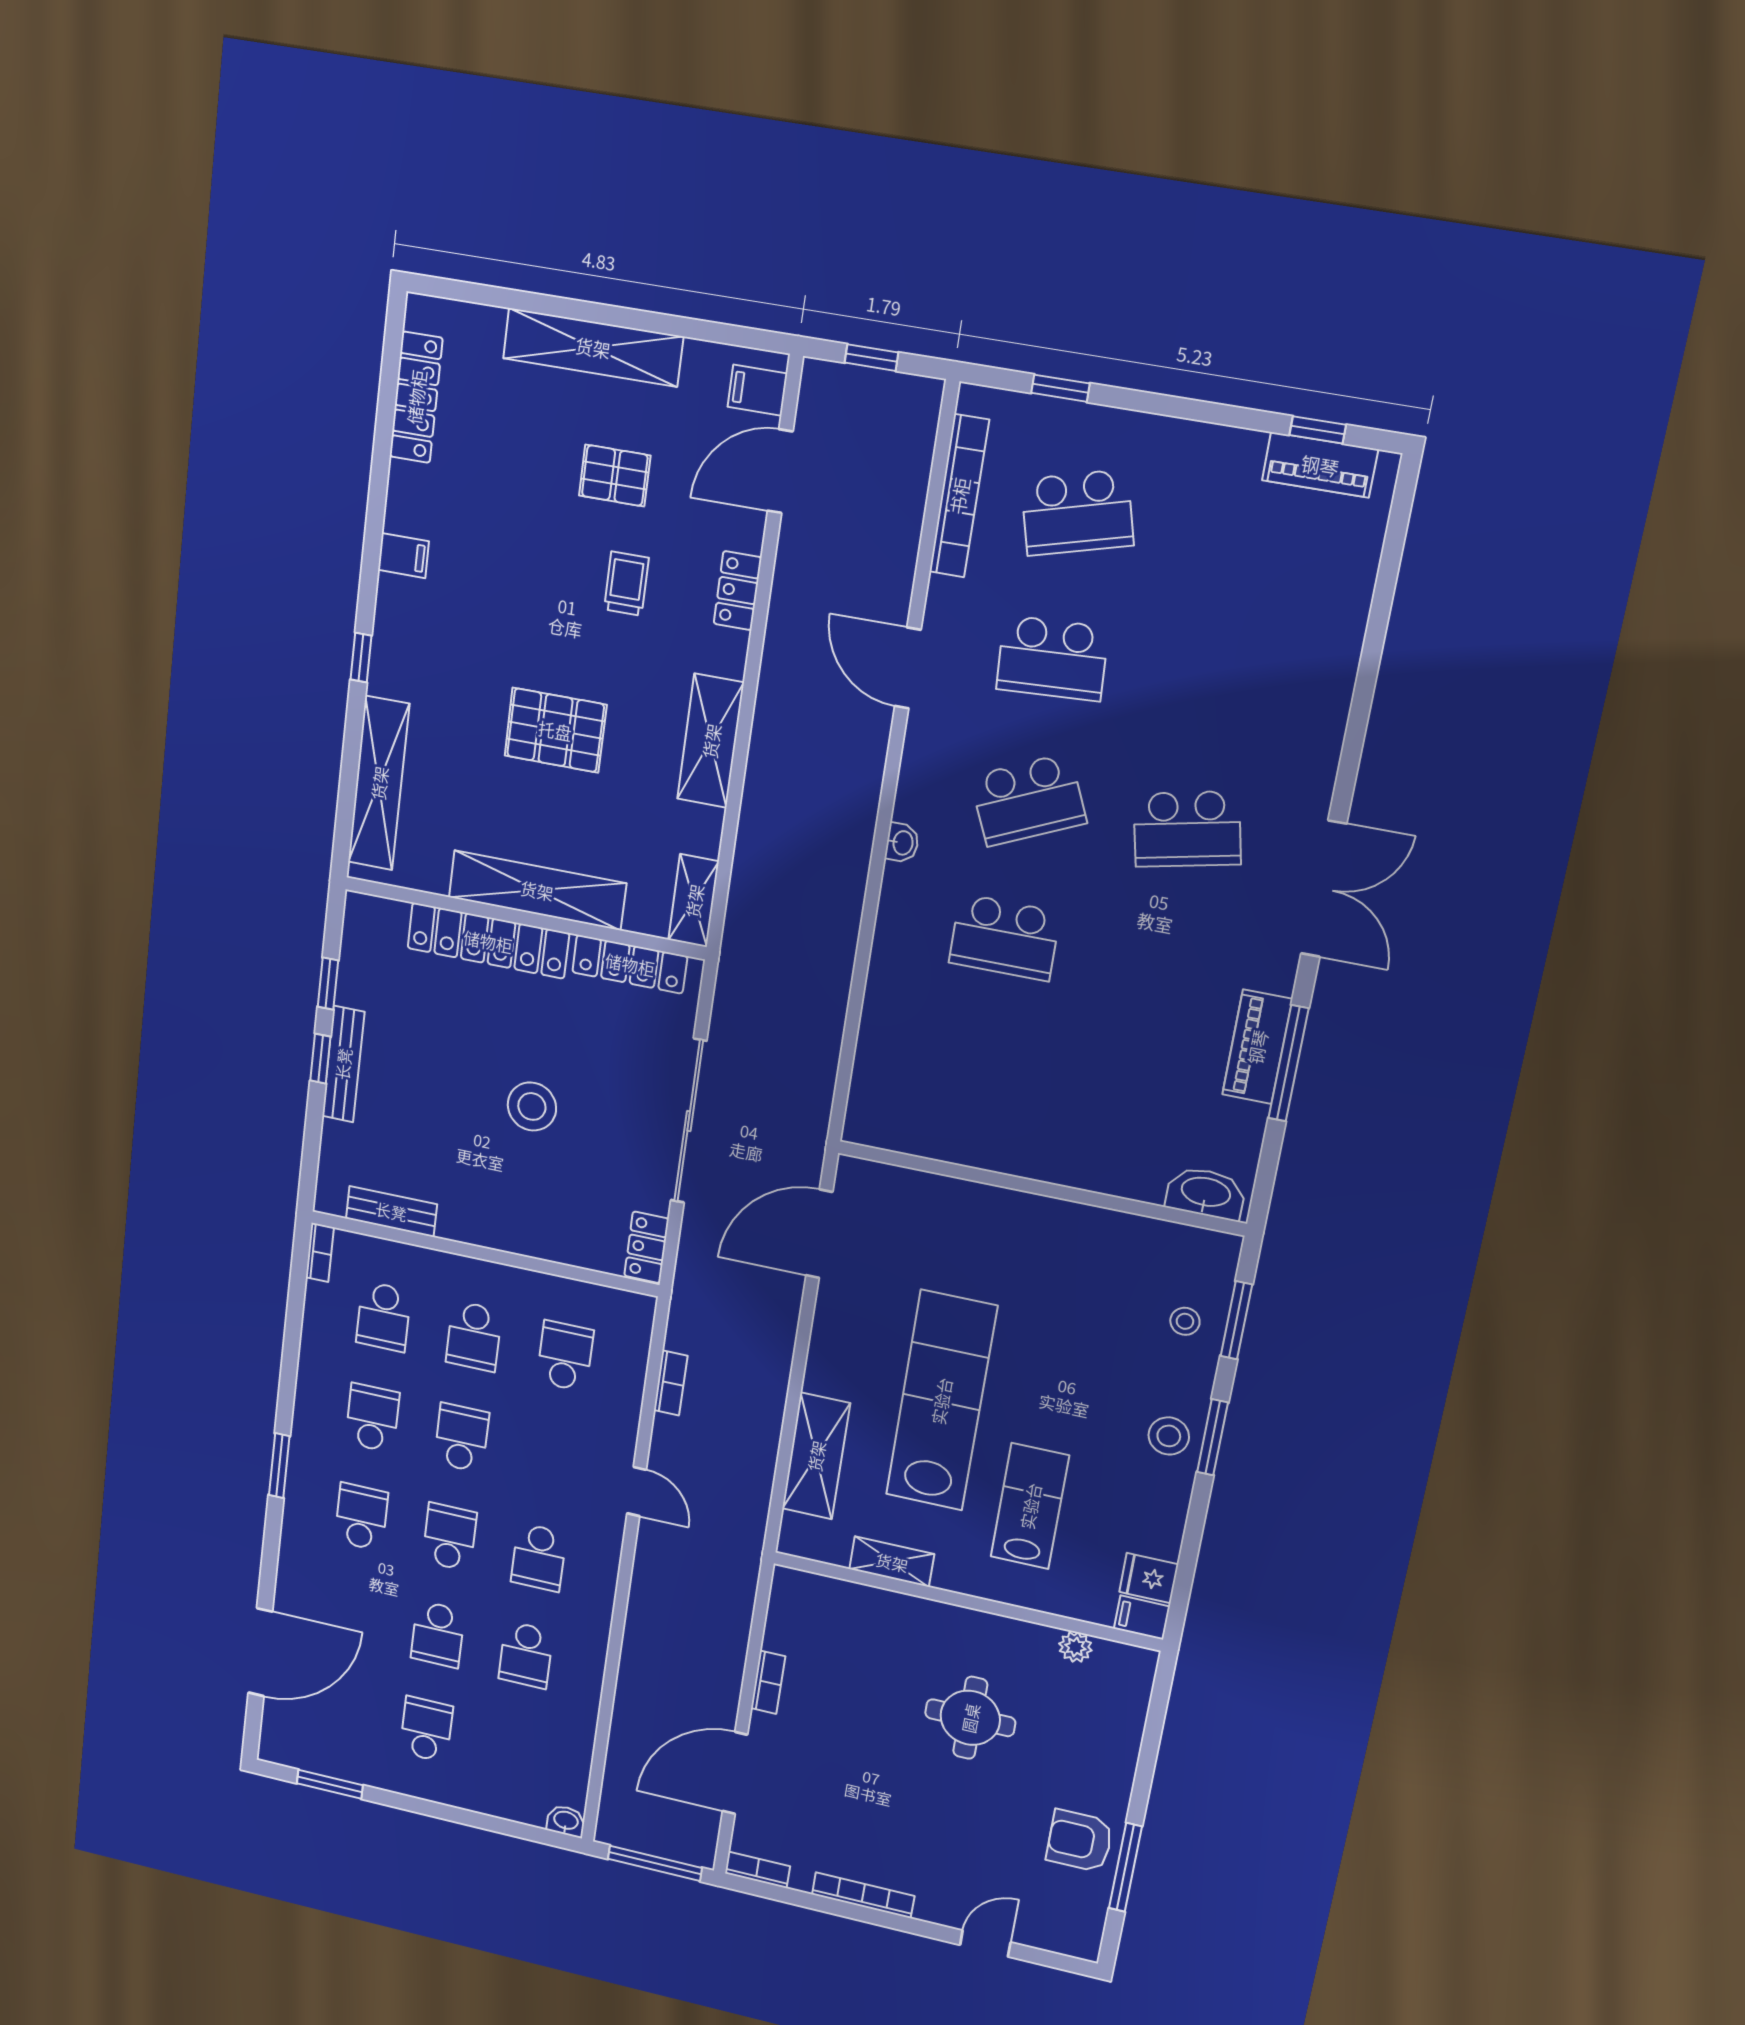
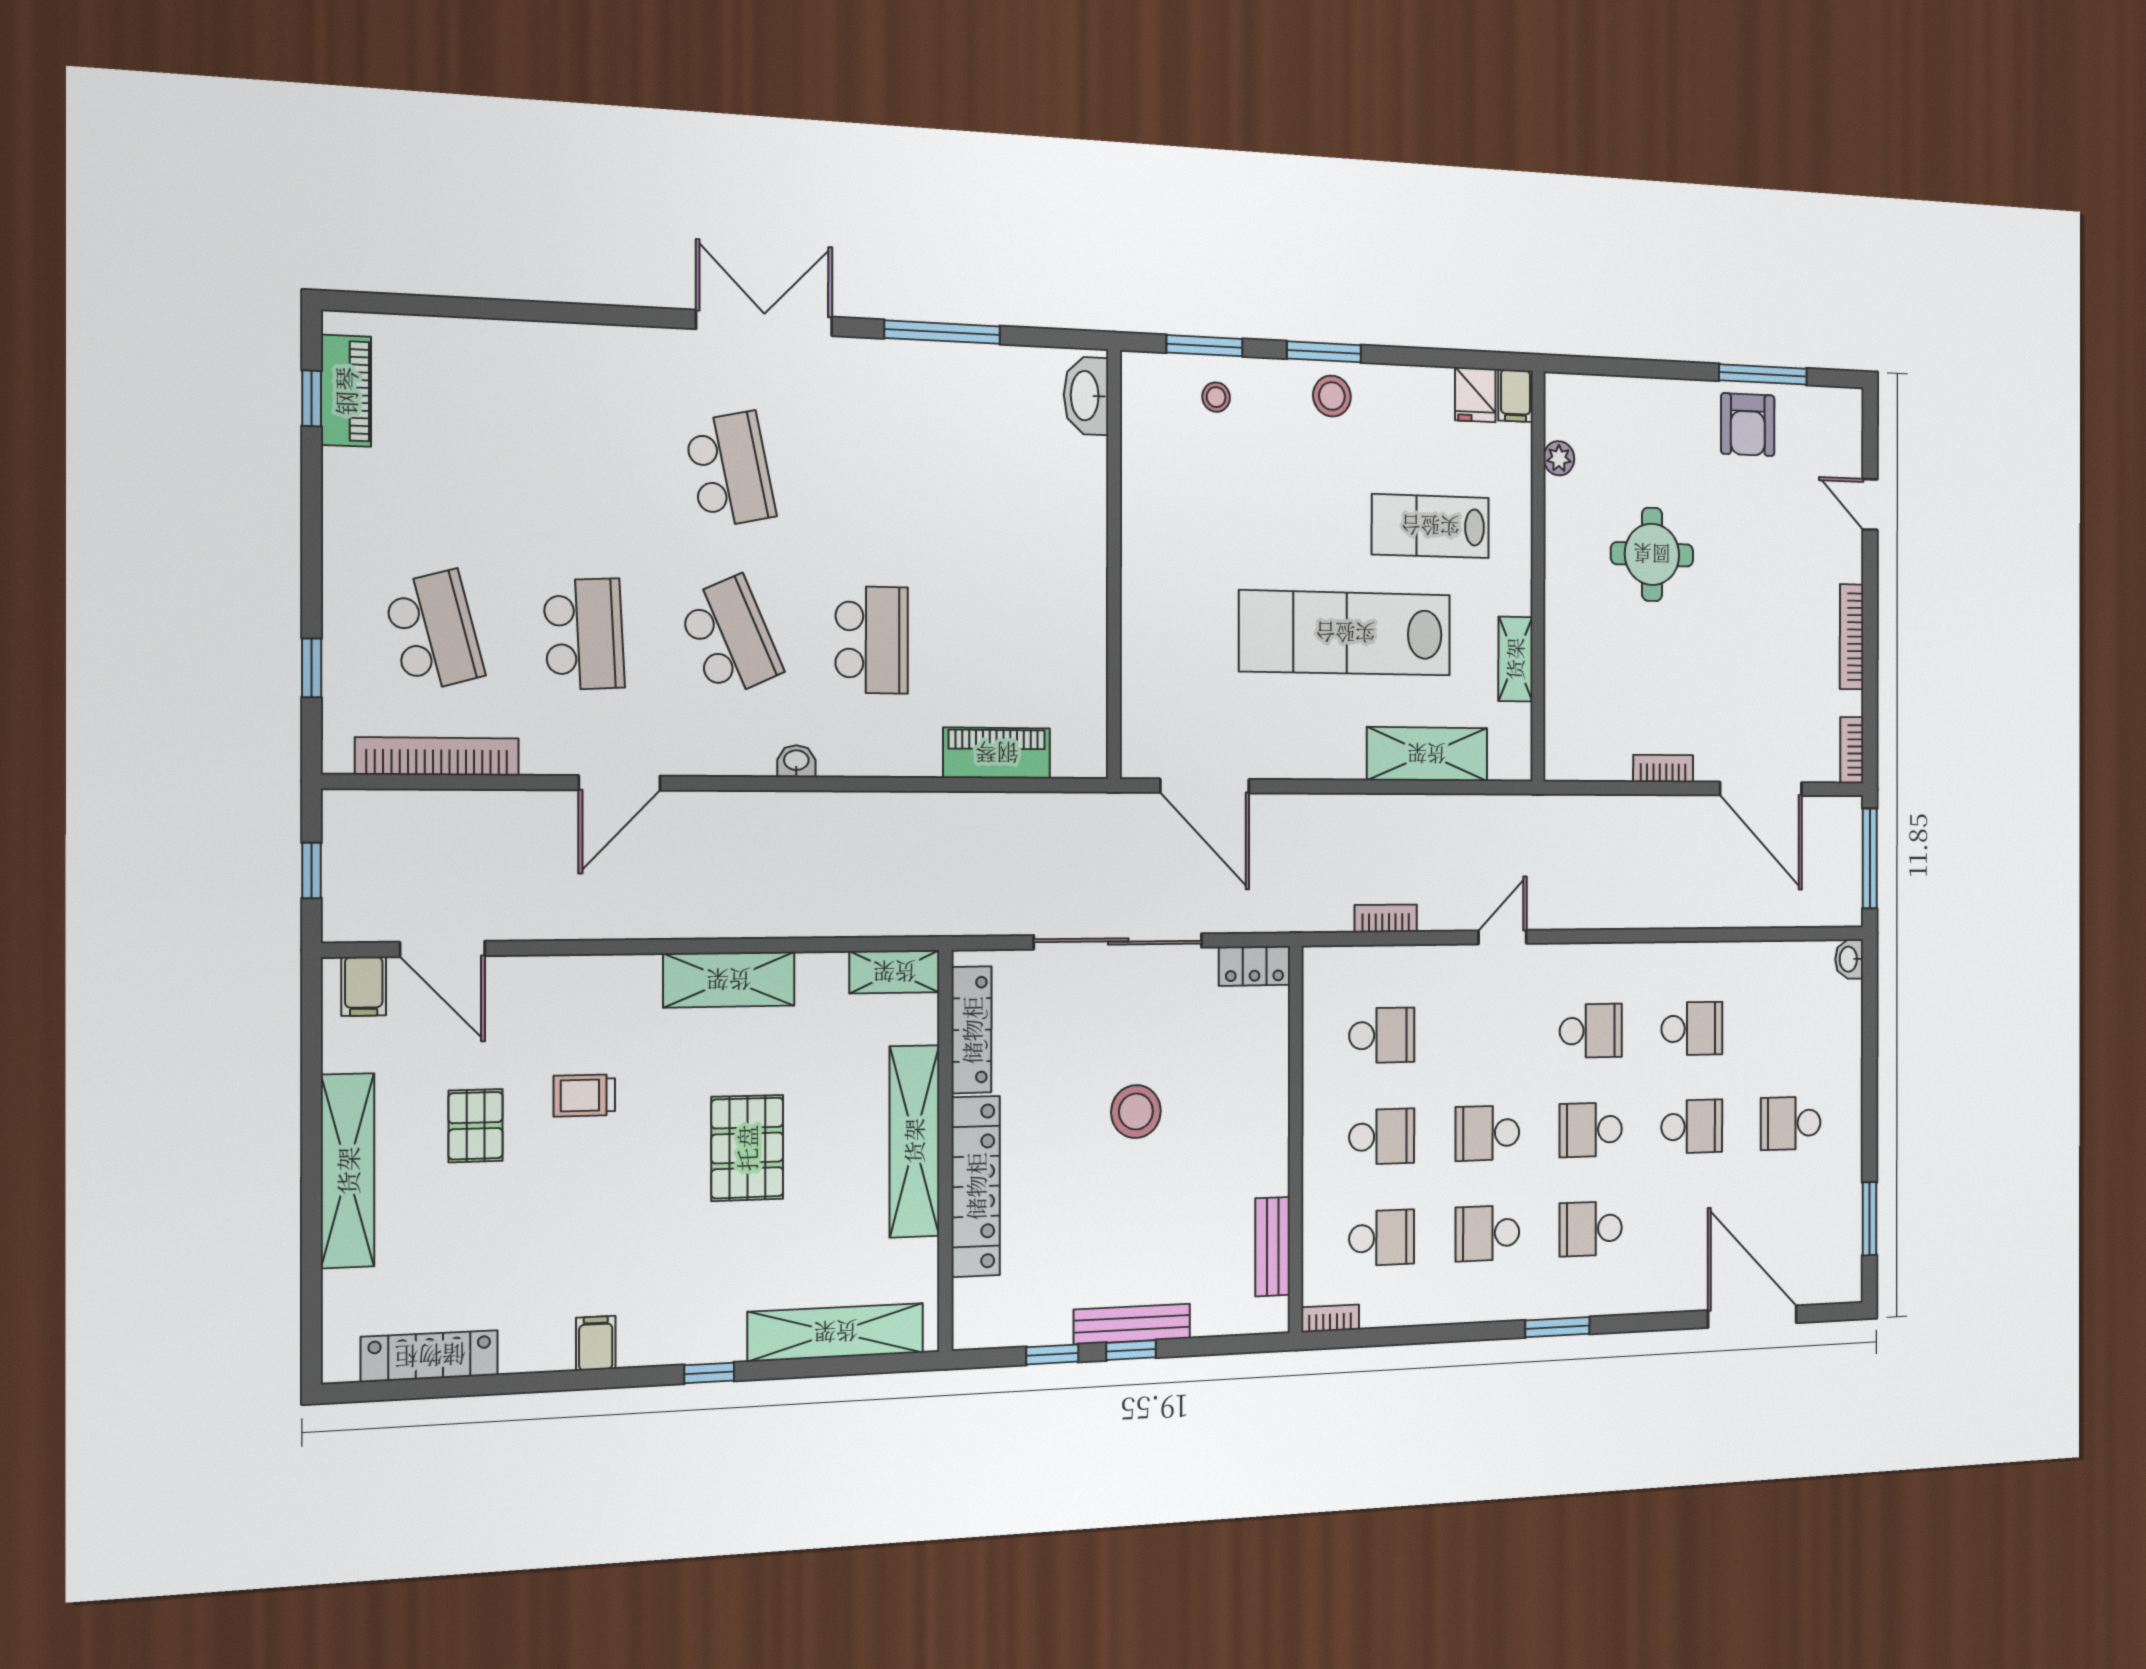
locker: (737, 591) -> (571, 975), removed
piano: (1257, 1047) -> (997, 753), moved, turned 180
school desk: (565, 1356) -> (1382, 1035), turned 180

